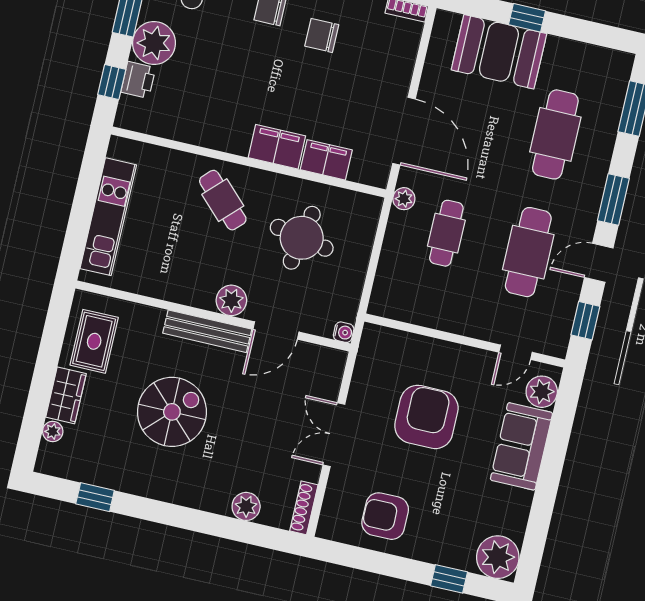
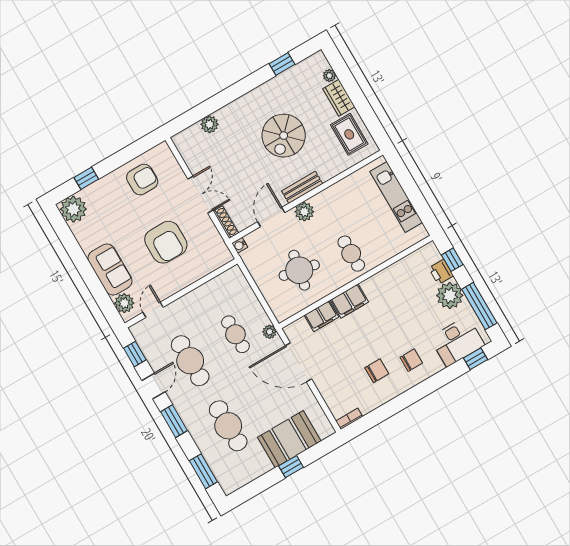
cafe table: (223, 200) -> (351, 254), turned 45
bench: (207, 331) -> (302, 187), width x0.73
shoe rack: (304, 508) -> (226, 222), moved

